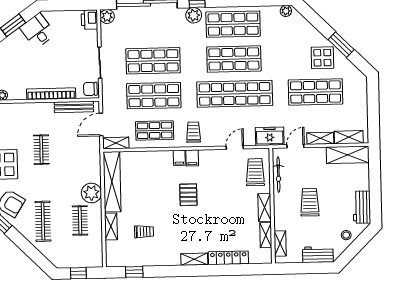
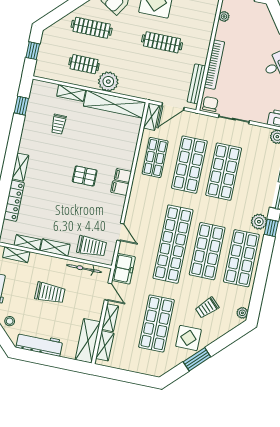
door: (101, 125) -> (173, 107), swing flipped
trolley: (193, 132) -> (207, 308), moved, turned 135
clothes rail: (41, 150) -> (162, 42), width x1.36
workbench: (362, 207) -> (39, 344), width x1.38

